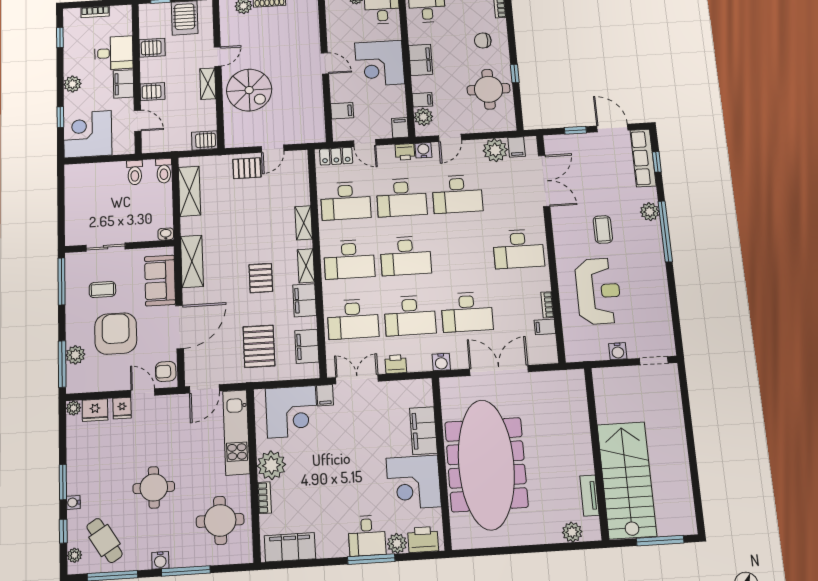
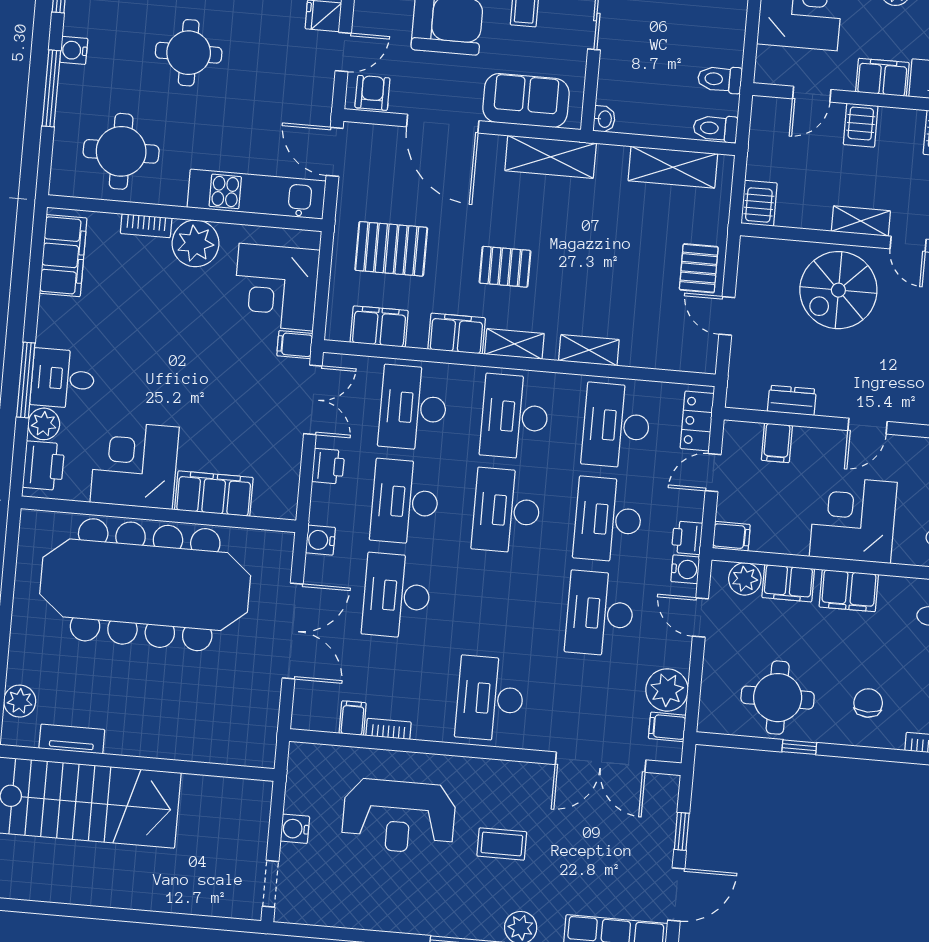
filing cabinet: (422, 100) -> (788, 583), width x2.00
dresser: (316, 106) -> (792, 400), added

